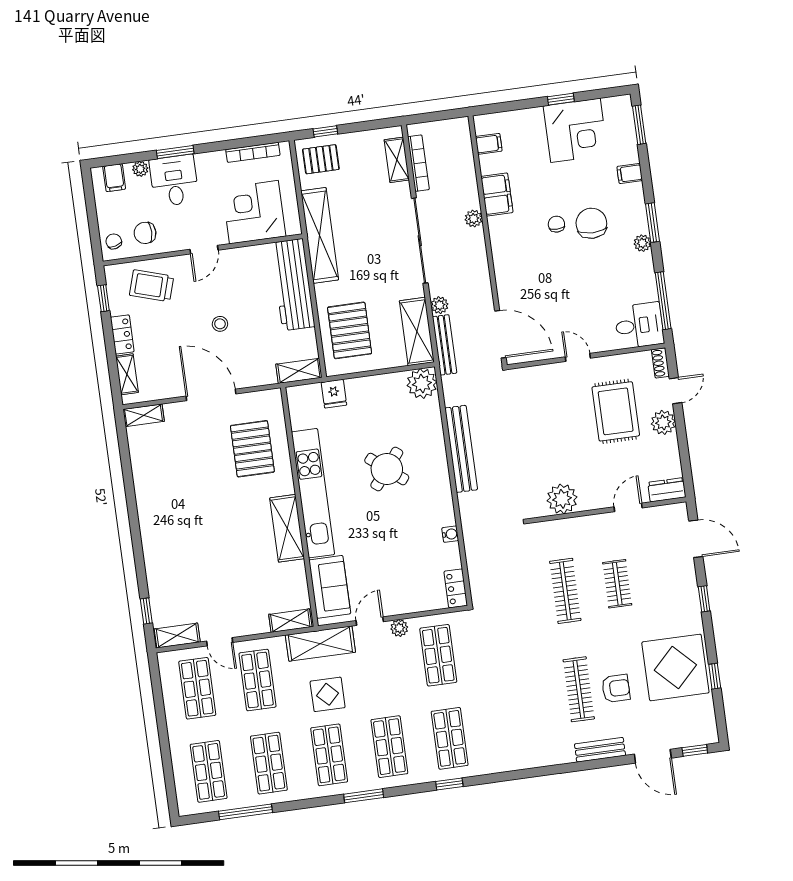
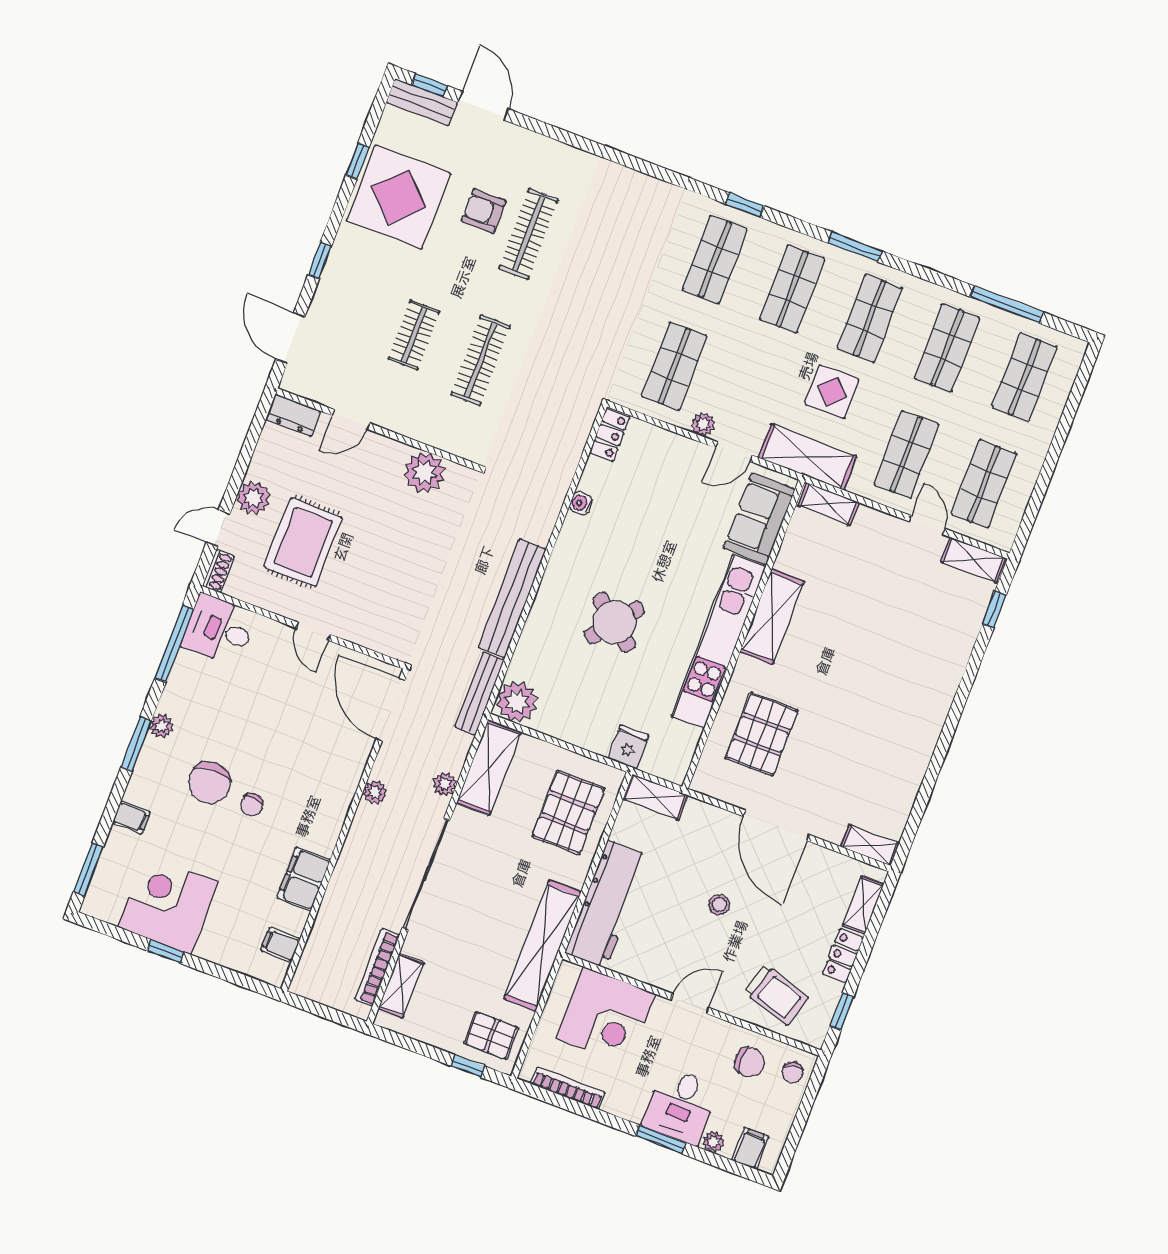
plant: (474, 219) -> (375, 792), moved
bench: (445, 345) -> (480, 694), moved
bench: (600, 750) -> (422, 102), moved

